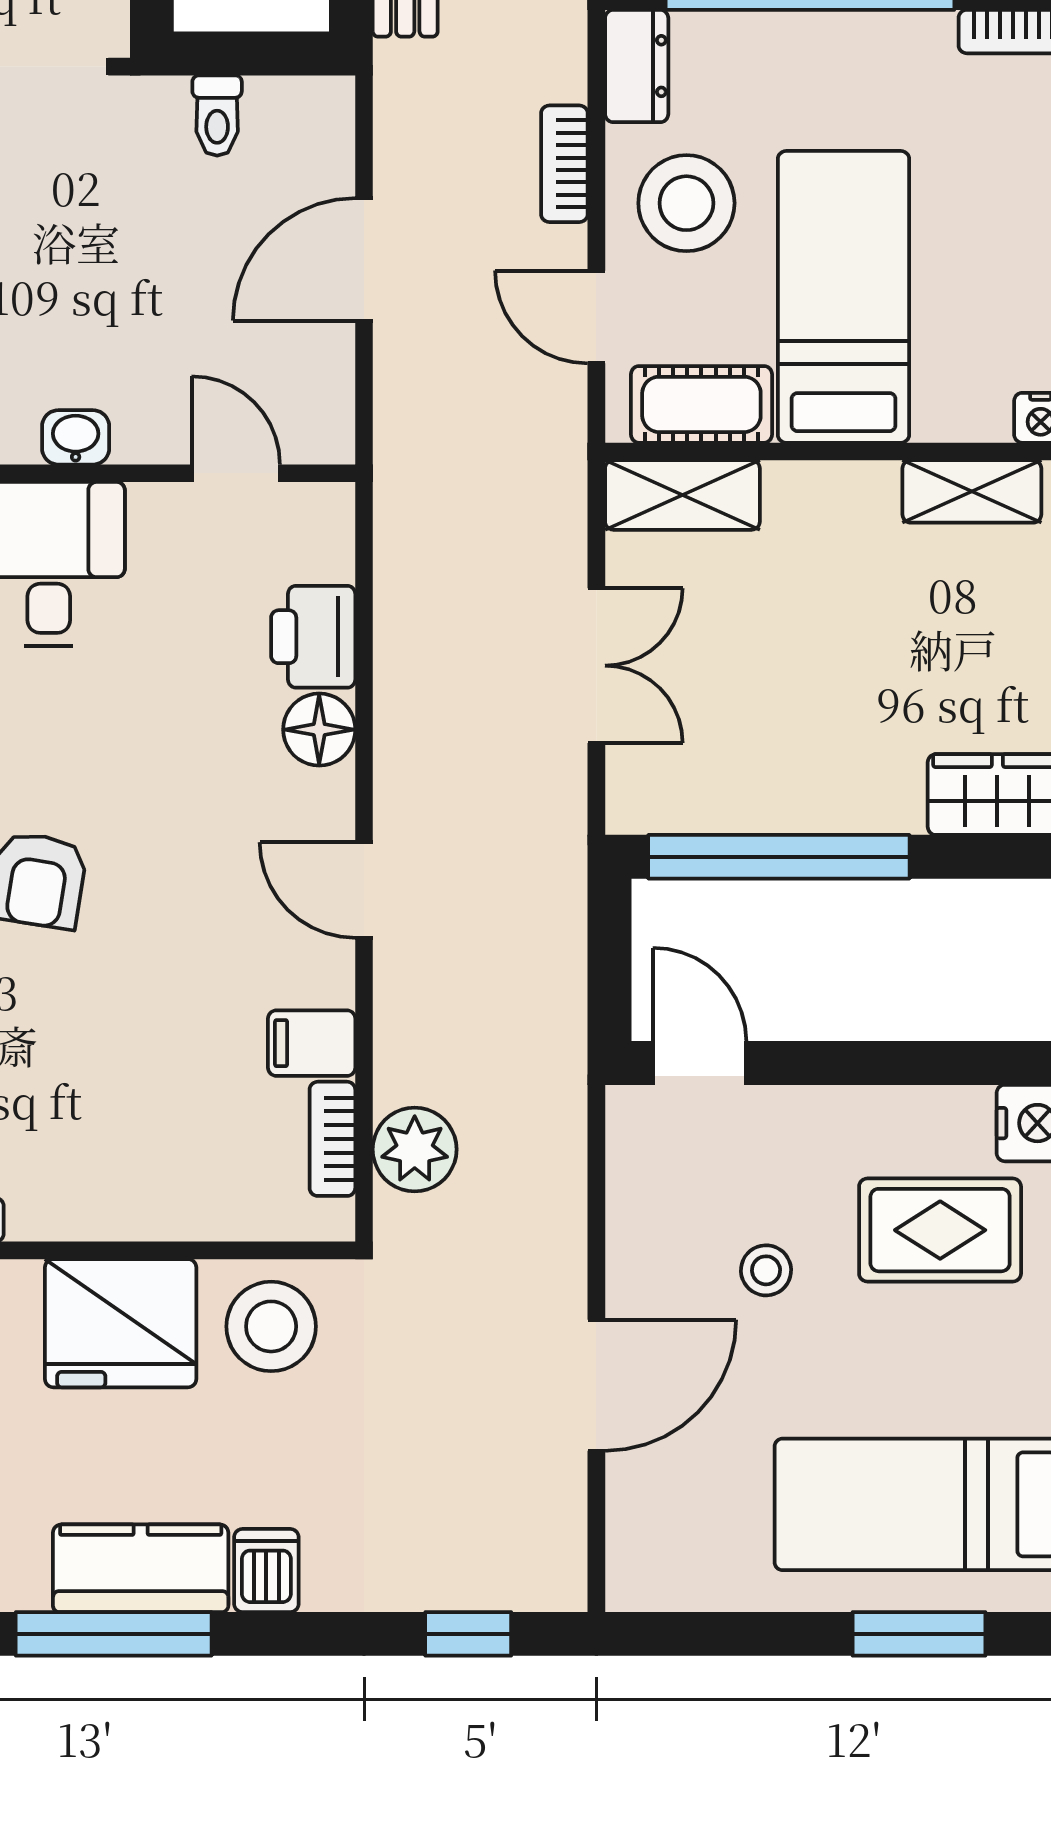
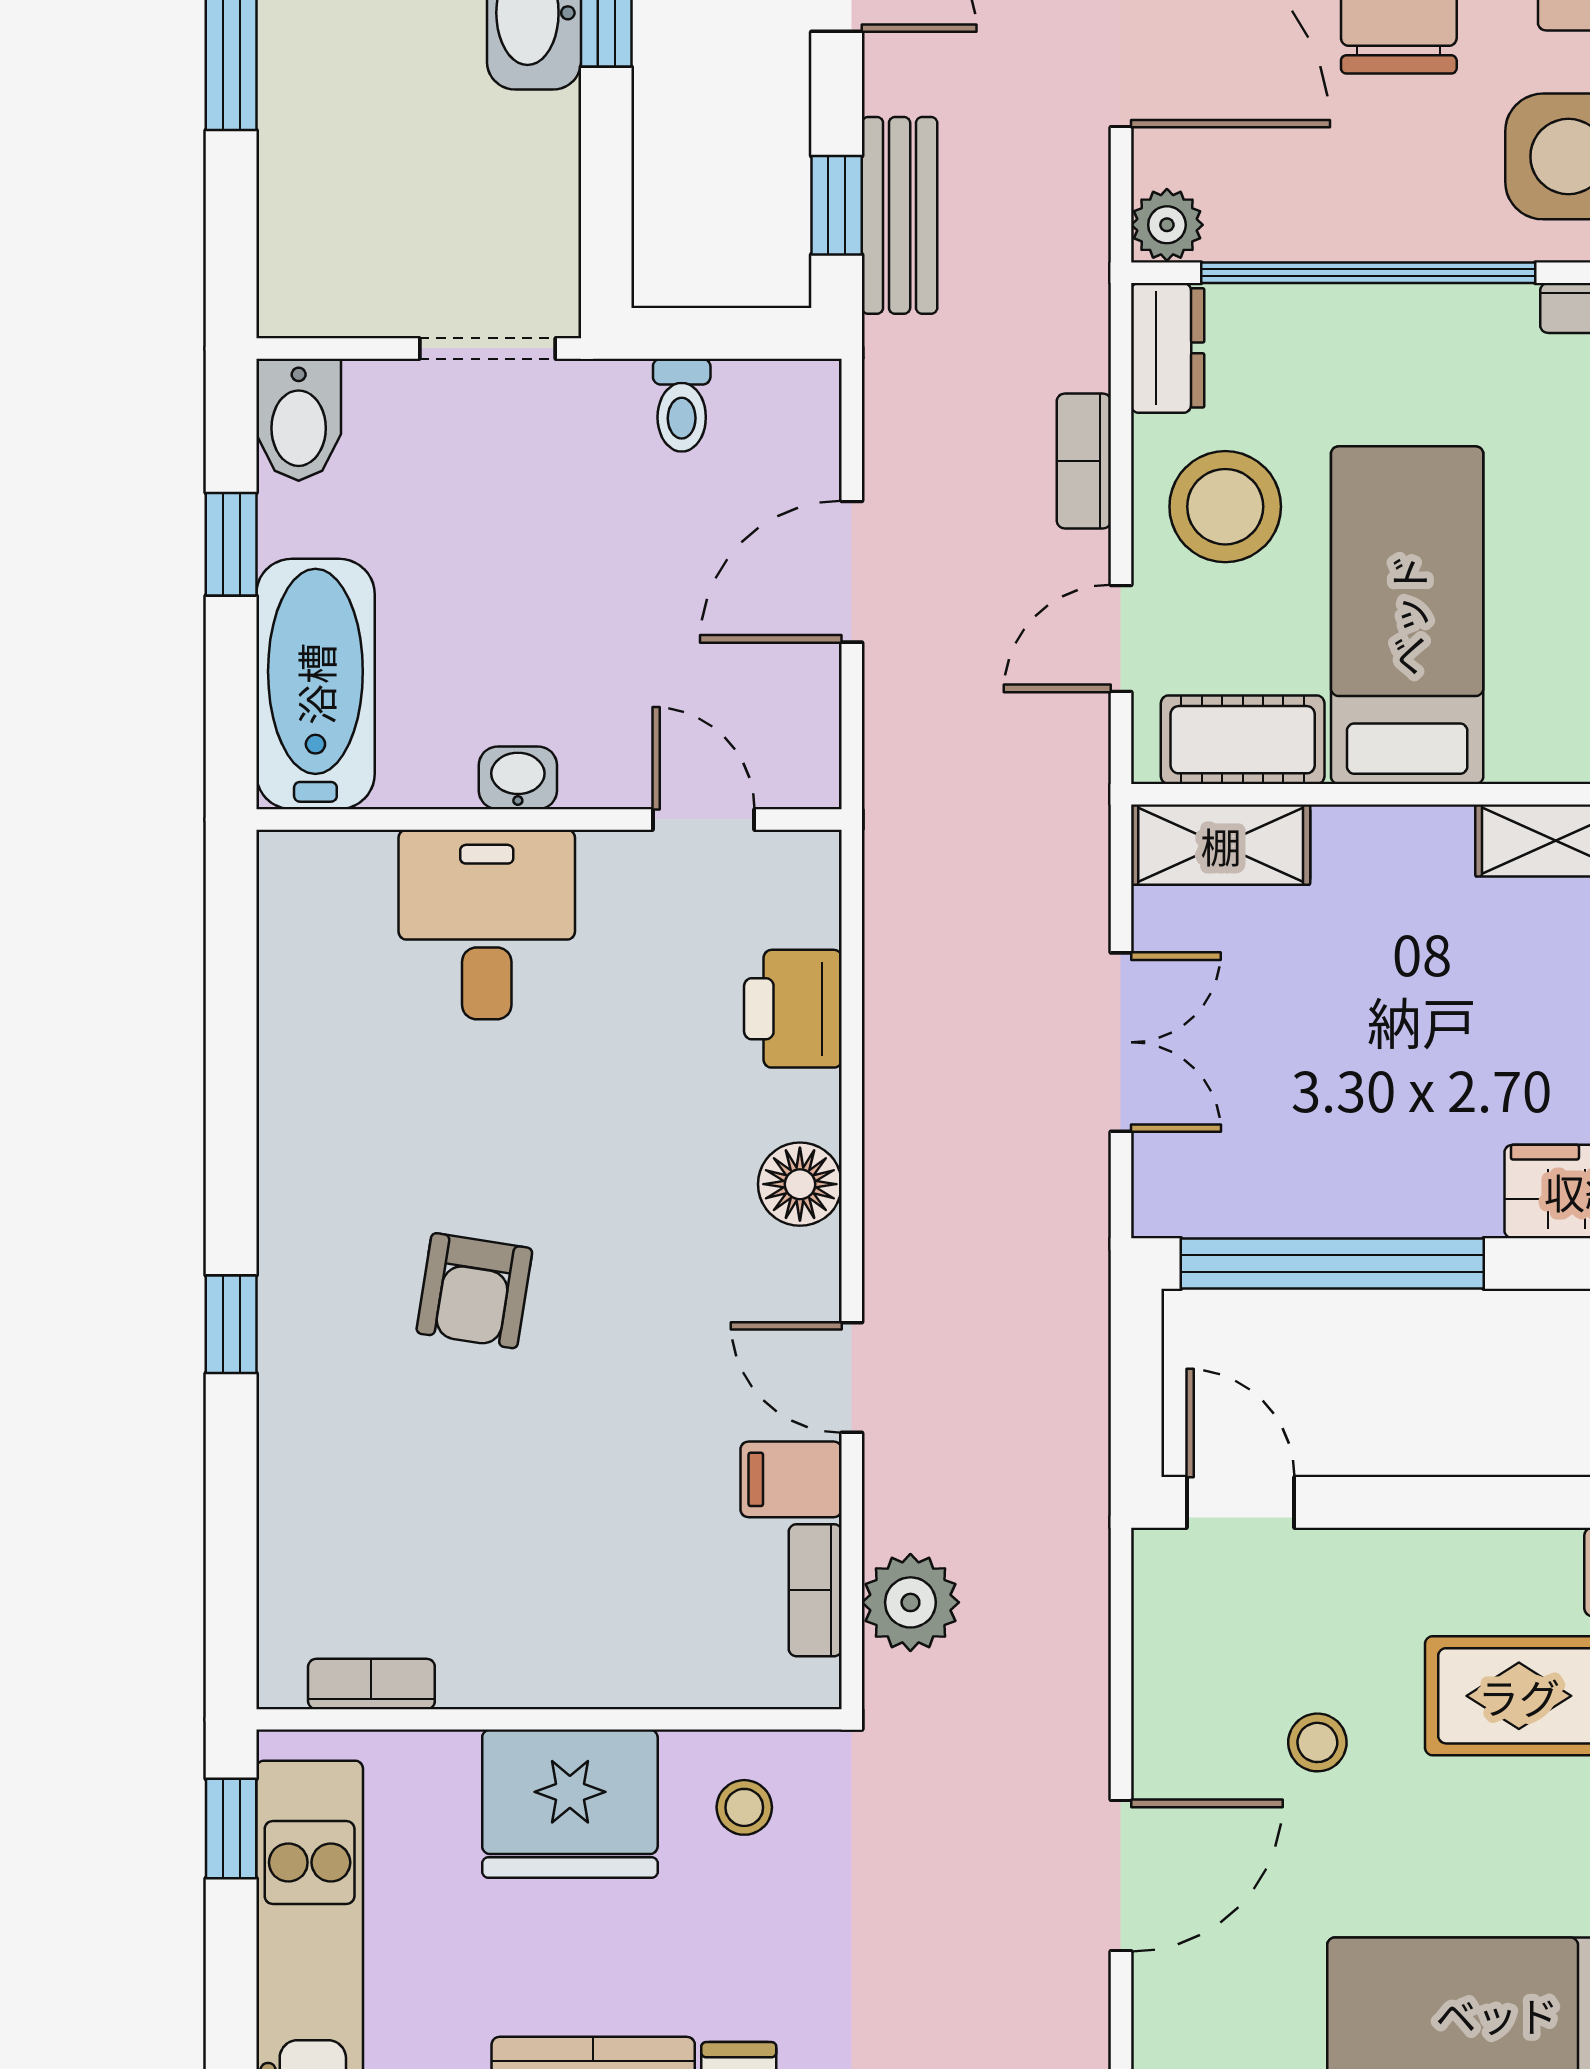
door: (596, 317) -> (1121, 639), hinge flipped
floor lamp: (319, 730) -> (800, 1184), moved
door: (364, 890) -> (852, 1377), moved
stool: (271, 1326) -> (744, 1807), width x0.53, depth x0.53

